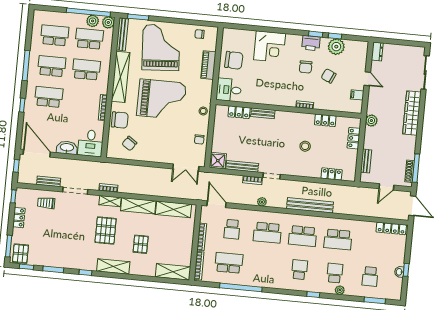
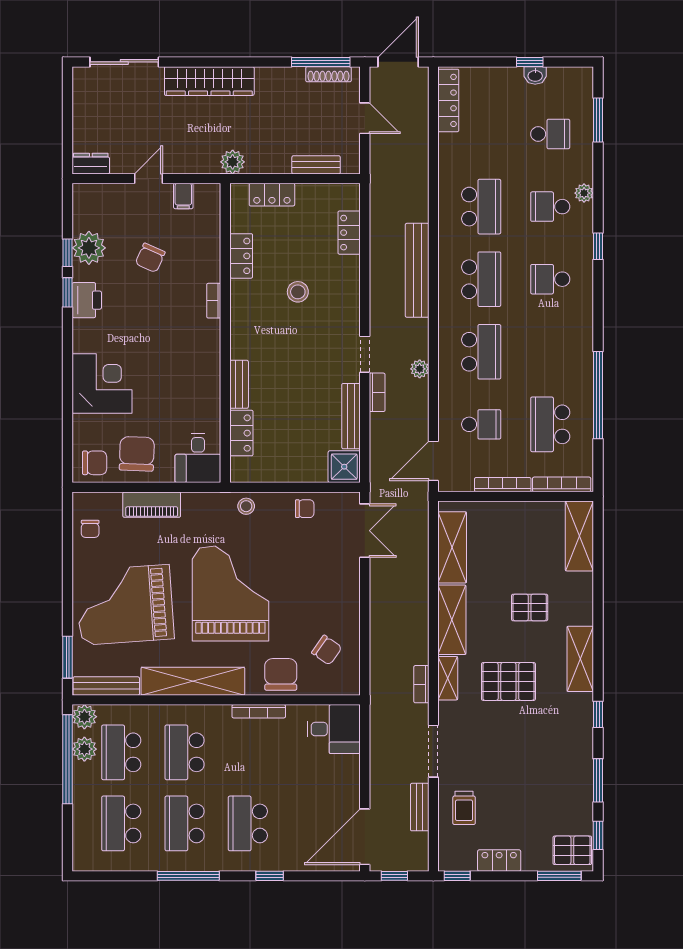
chair: (306, 67) -> (95, 463), moved
washbasin: (67, 148) -> (347, 776), removed

